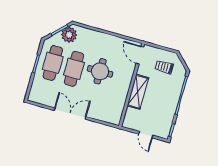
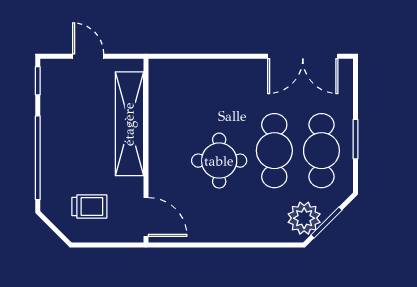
shelving: (138, 92) -> (129, 124), width x1.47
double door: (70, 114) -> (303, 56), moved

